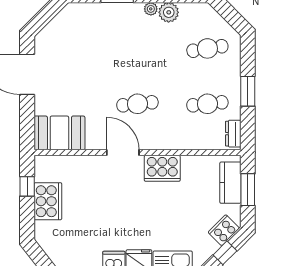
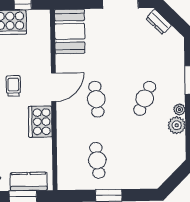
cafe table: (207, 48) -> (145, 98), moved, turned 33
dresser: (233, 134) -> (159, 22), moved, turned -135
trolley: (121, 199) -> (13, 86), added

